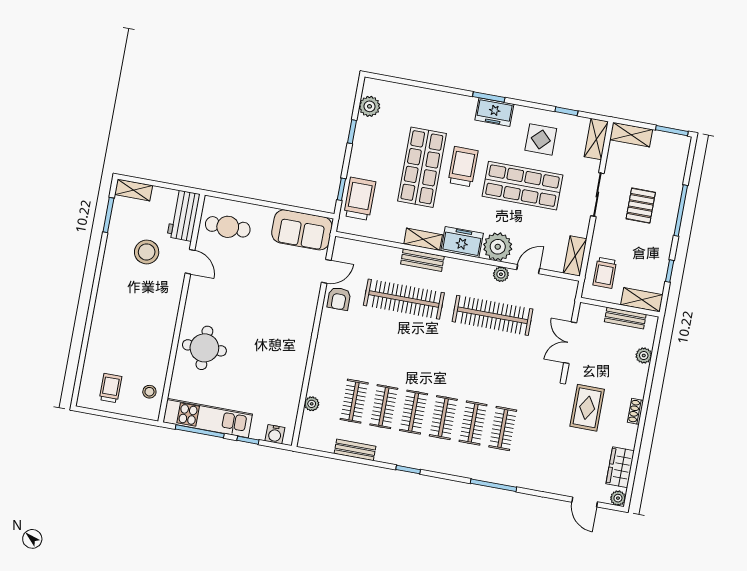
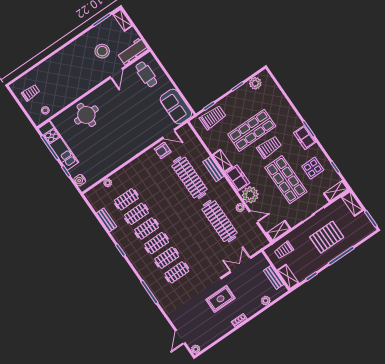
pallet: (641, 206) -> (327, 237), width x1.50, depth x1.42
wardrobe: (620, 467) -> (209, 337), removed

